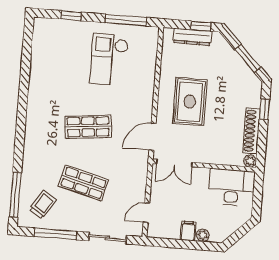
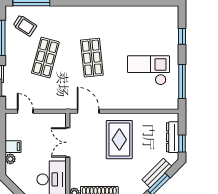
bench: (234, 60) -> (157, 173), added
rug: (190, 102) -> (119, 140), turned 90
double door: (174, 163) -> (68, 142), moved

